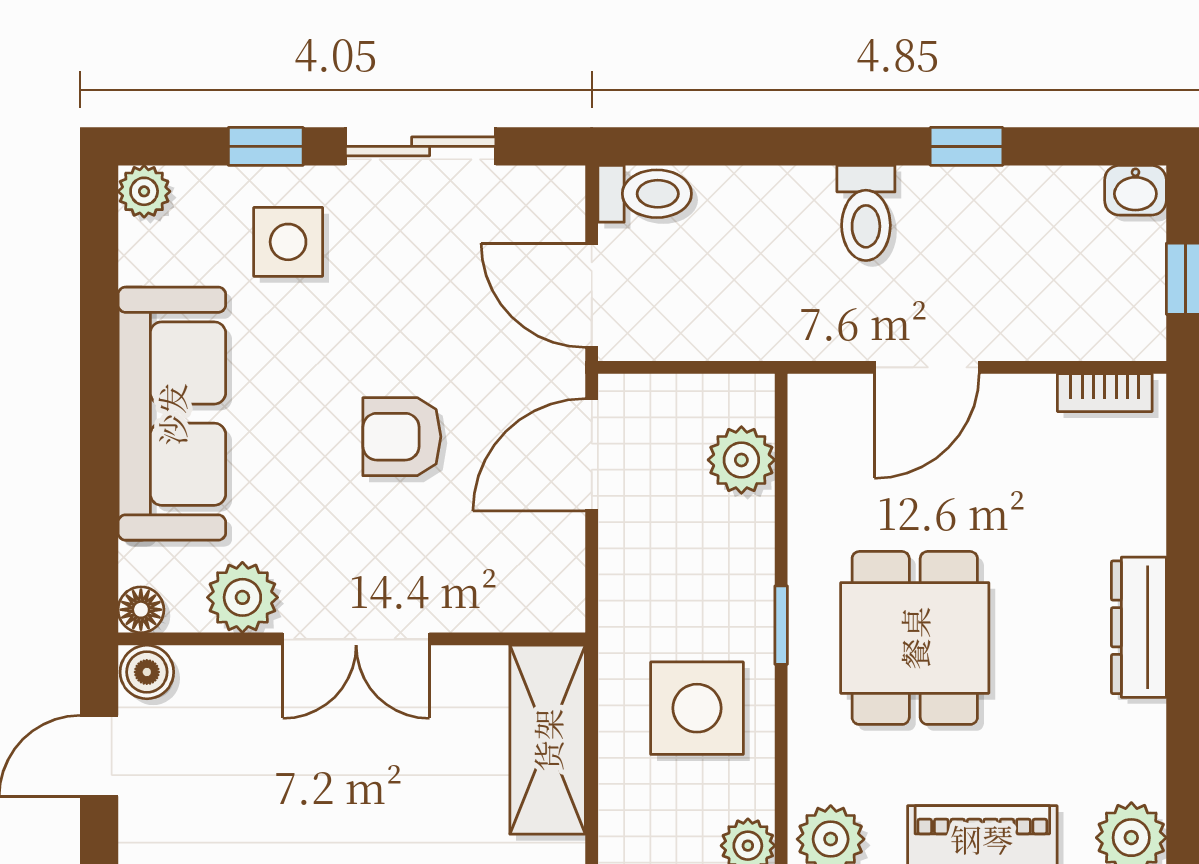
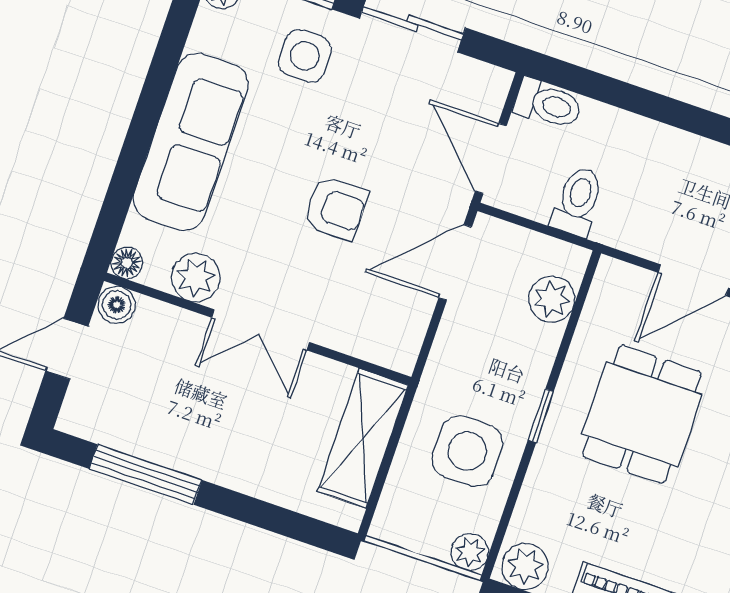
toilet: (866, 213) -> (578, 201), moved, turned 180
armchair: (402, 437) -> (336, 208), turned 180
dining table: (915, 638) -> (642, 414), moved

